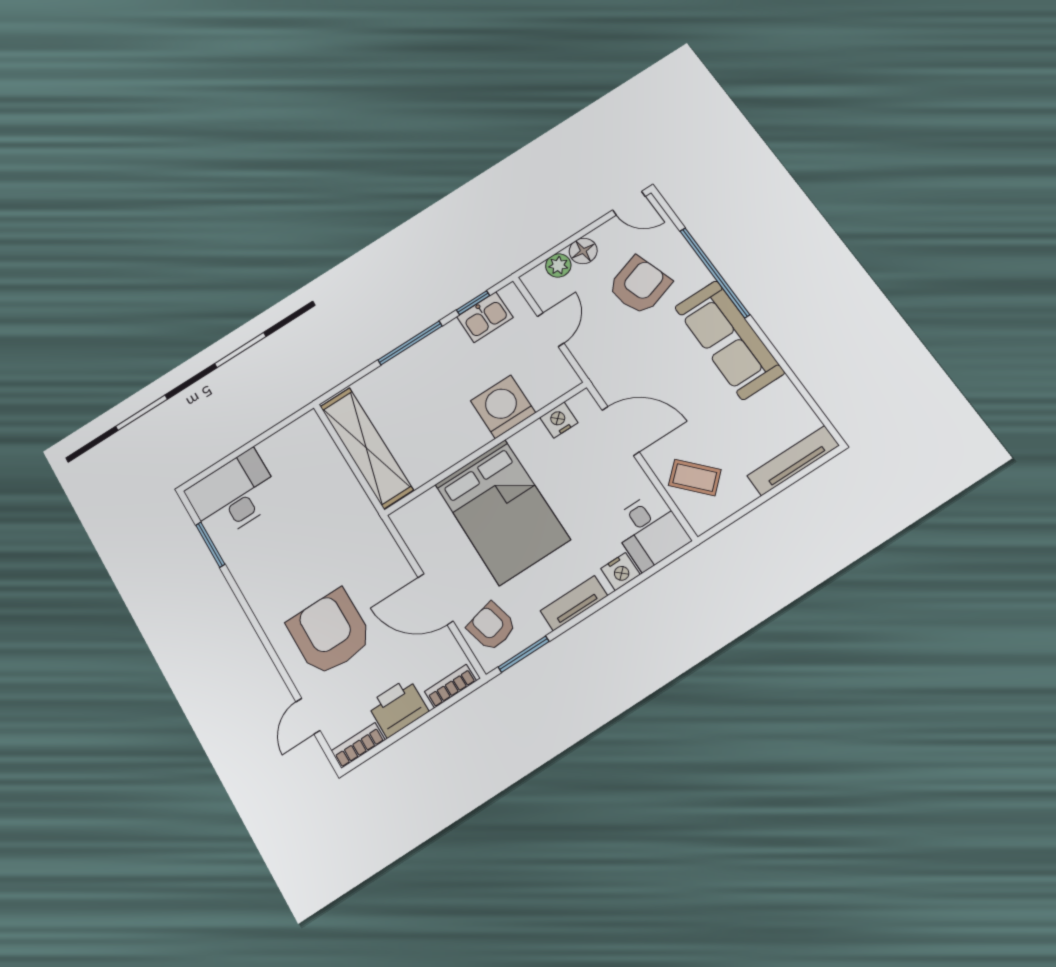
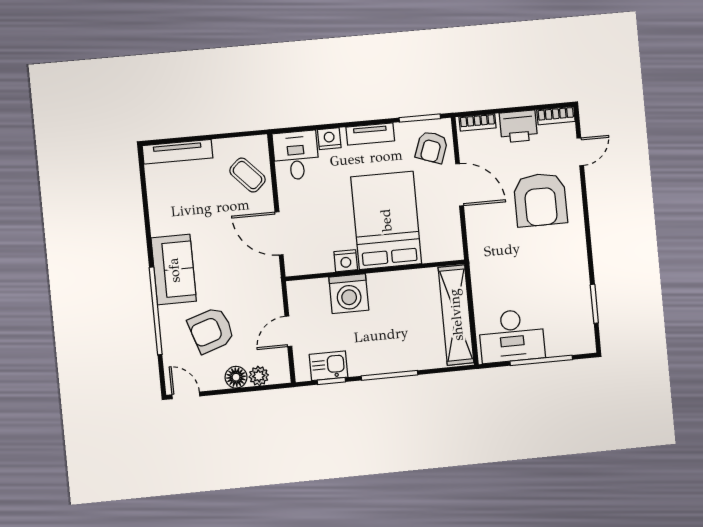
sofa: (729, 340) -> (174, 270), width x0.73
nightstand: (559, 420) -> (346, 261), moved
window: (244, 449) -> (541, 360), added
desk: (234, 495) -> (512, 336), moved
armchair: (492, 627) -> (432, 147), turned 34

